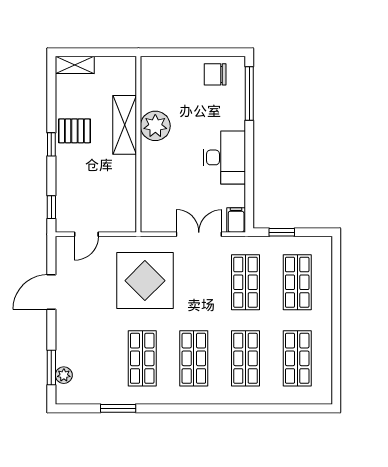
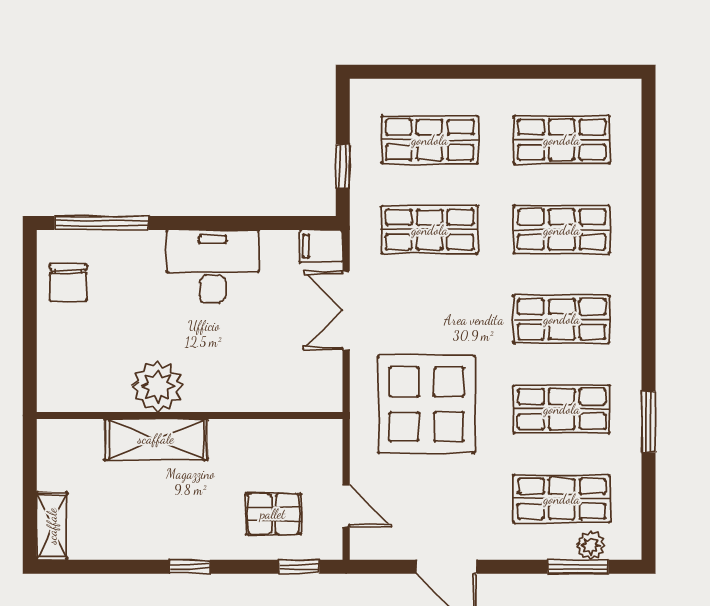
pallet: (74, 131) -> (273, 514), moved, turned 90
shop shelf: (91, 358) -> (562, 499), added
window: (118, 408) -> (649, 422), moved

